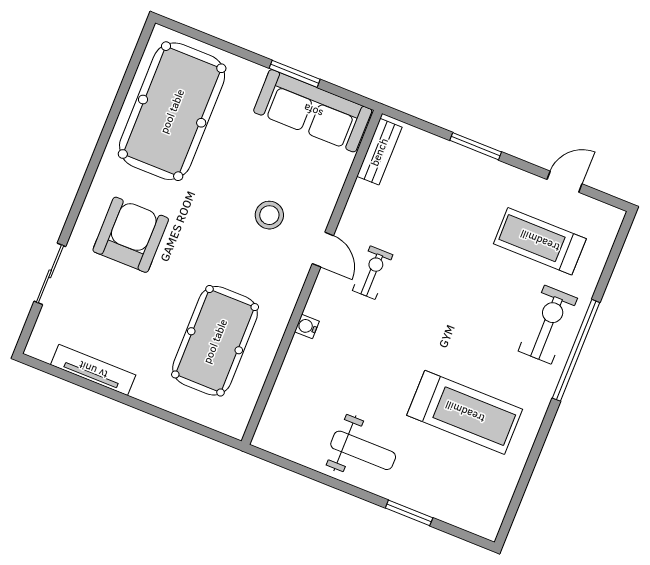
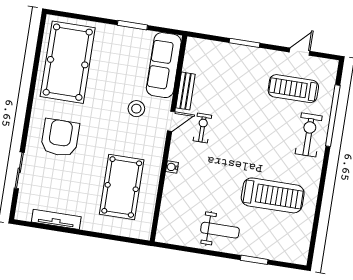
sofa: (313, 111) -> (164, 65), moved, turned 90
bench: (379, 152) -> (186, 91), moved
door: (323, 250) -> (171, 121), hinge flipped
window: (576, 350) -> (333, 116), moved

